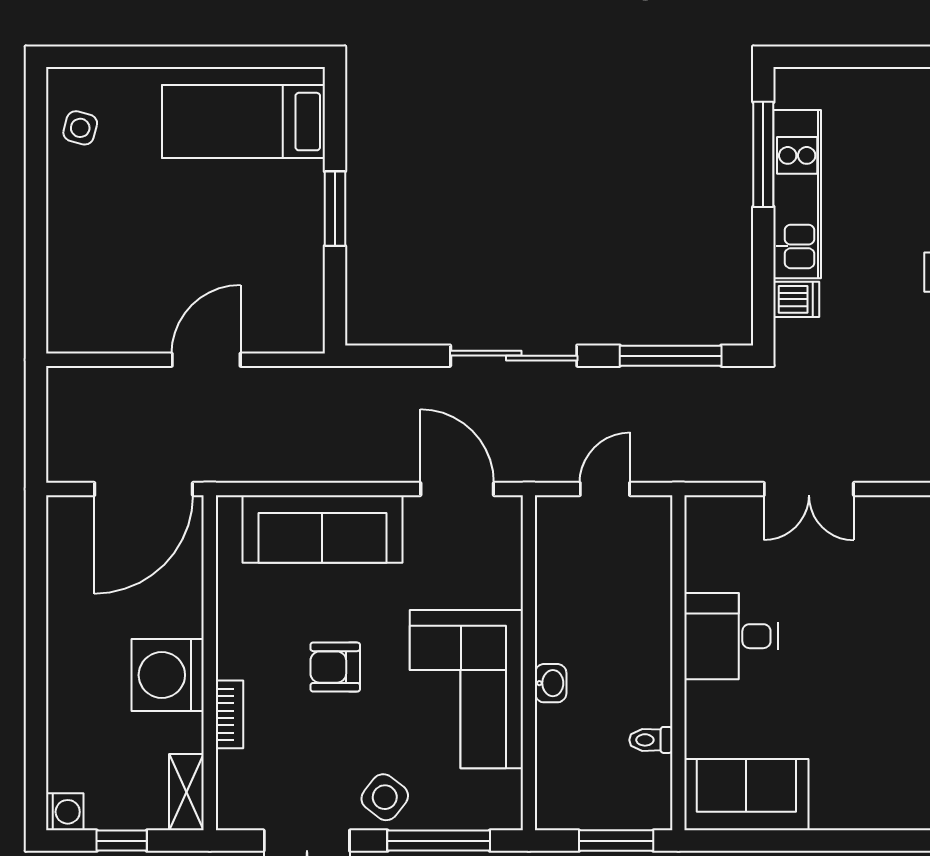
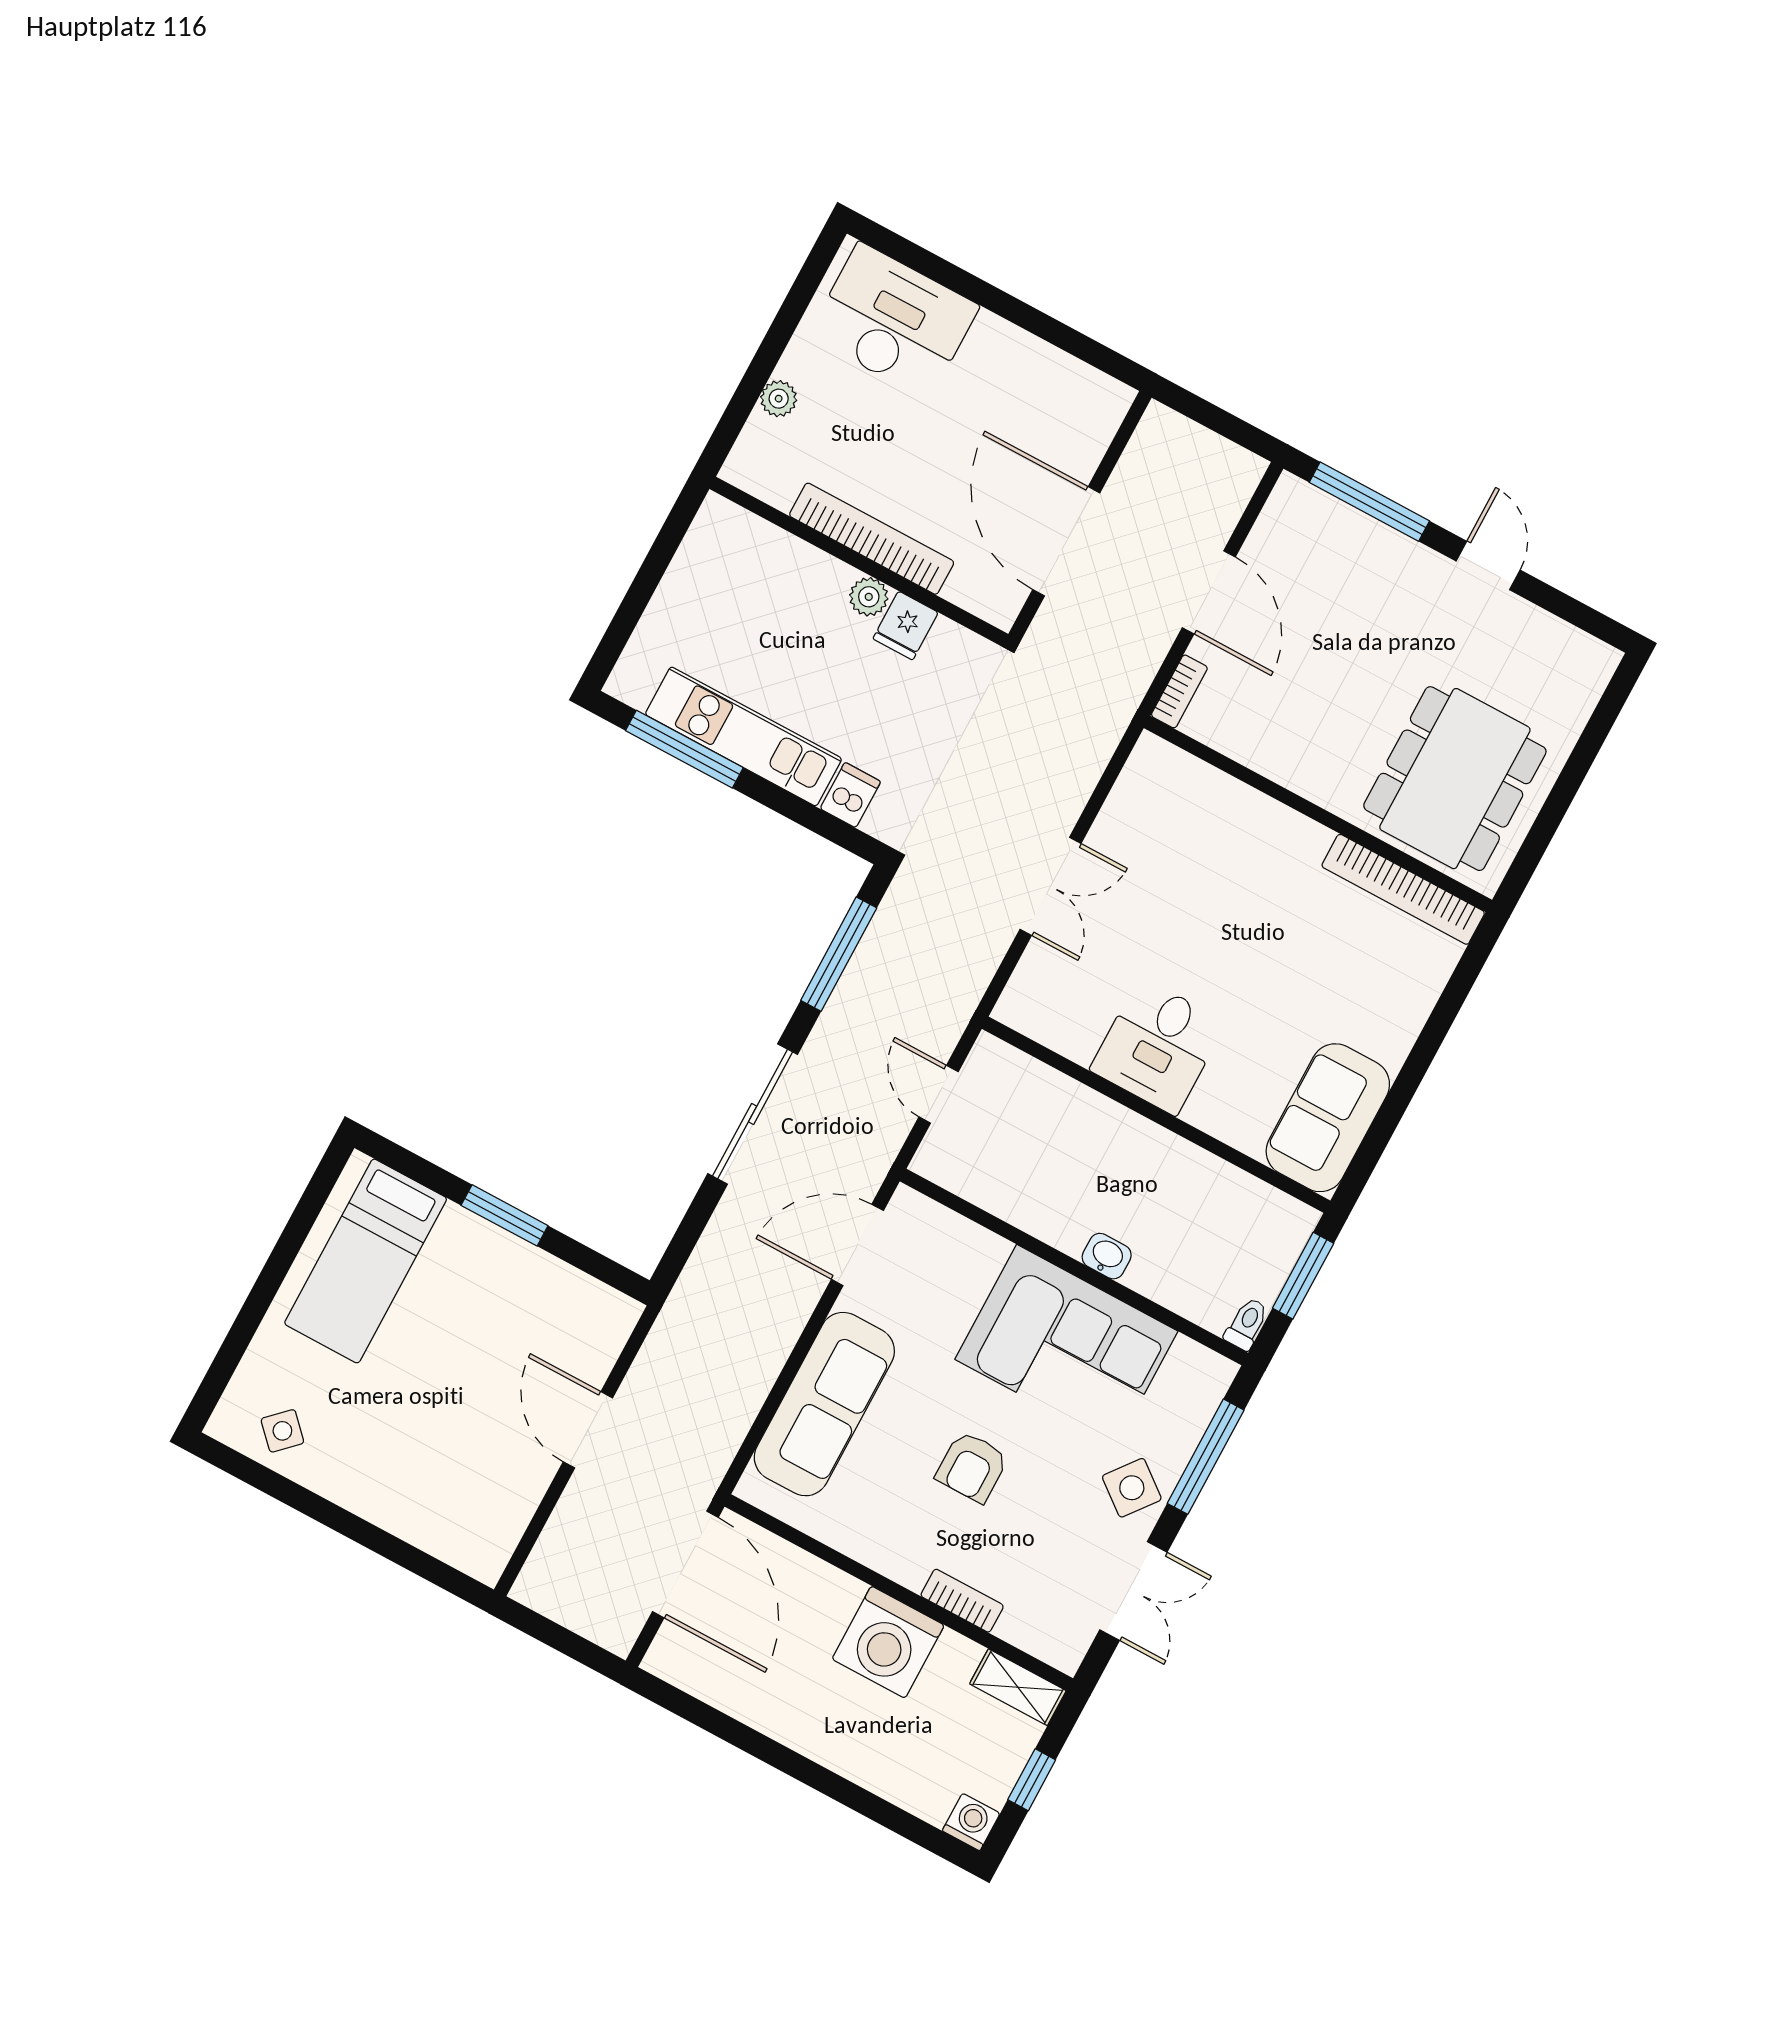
side table: (80, 128) -> (282, 1431), turned 31
toilet: (651, 740) -> (1247, 1324), moved, turned 180

